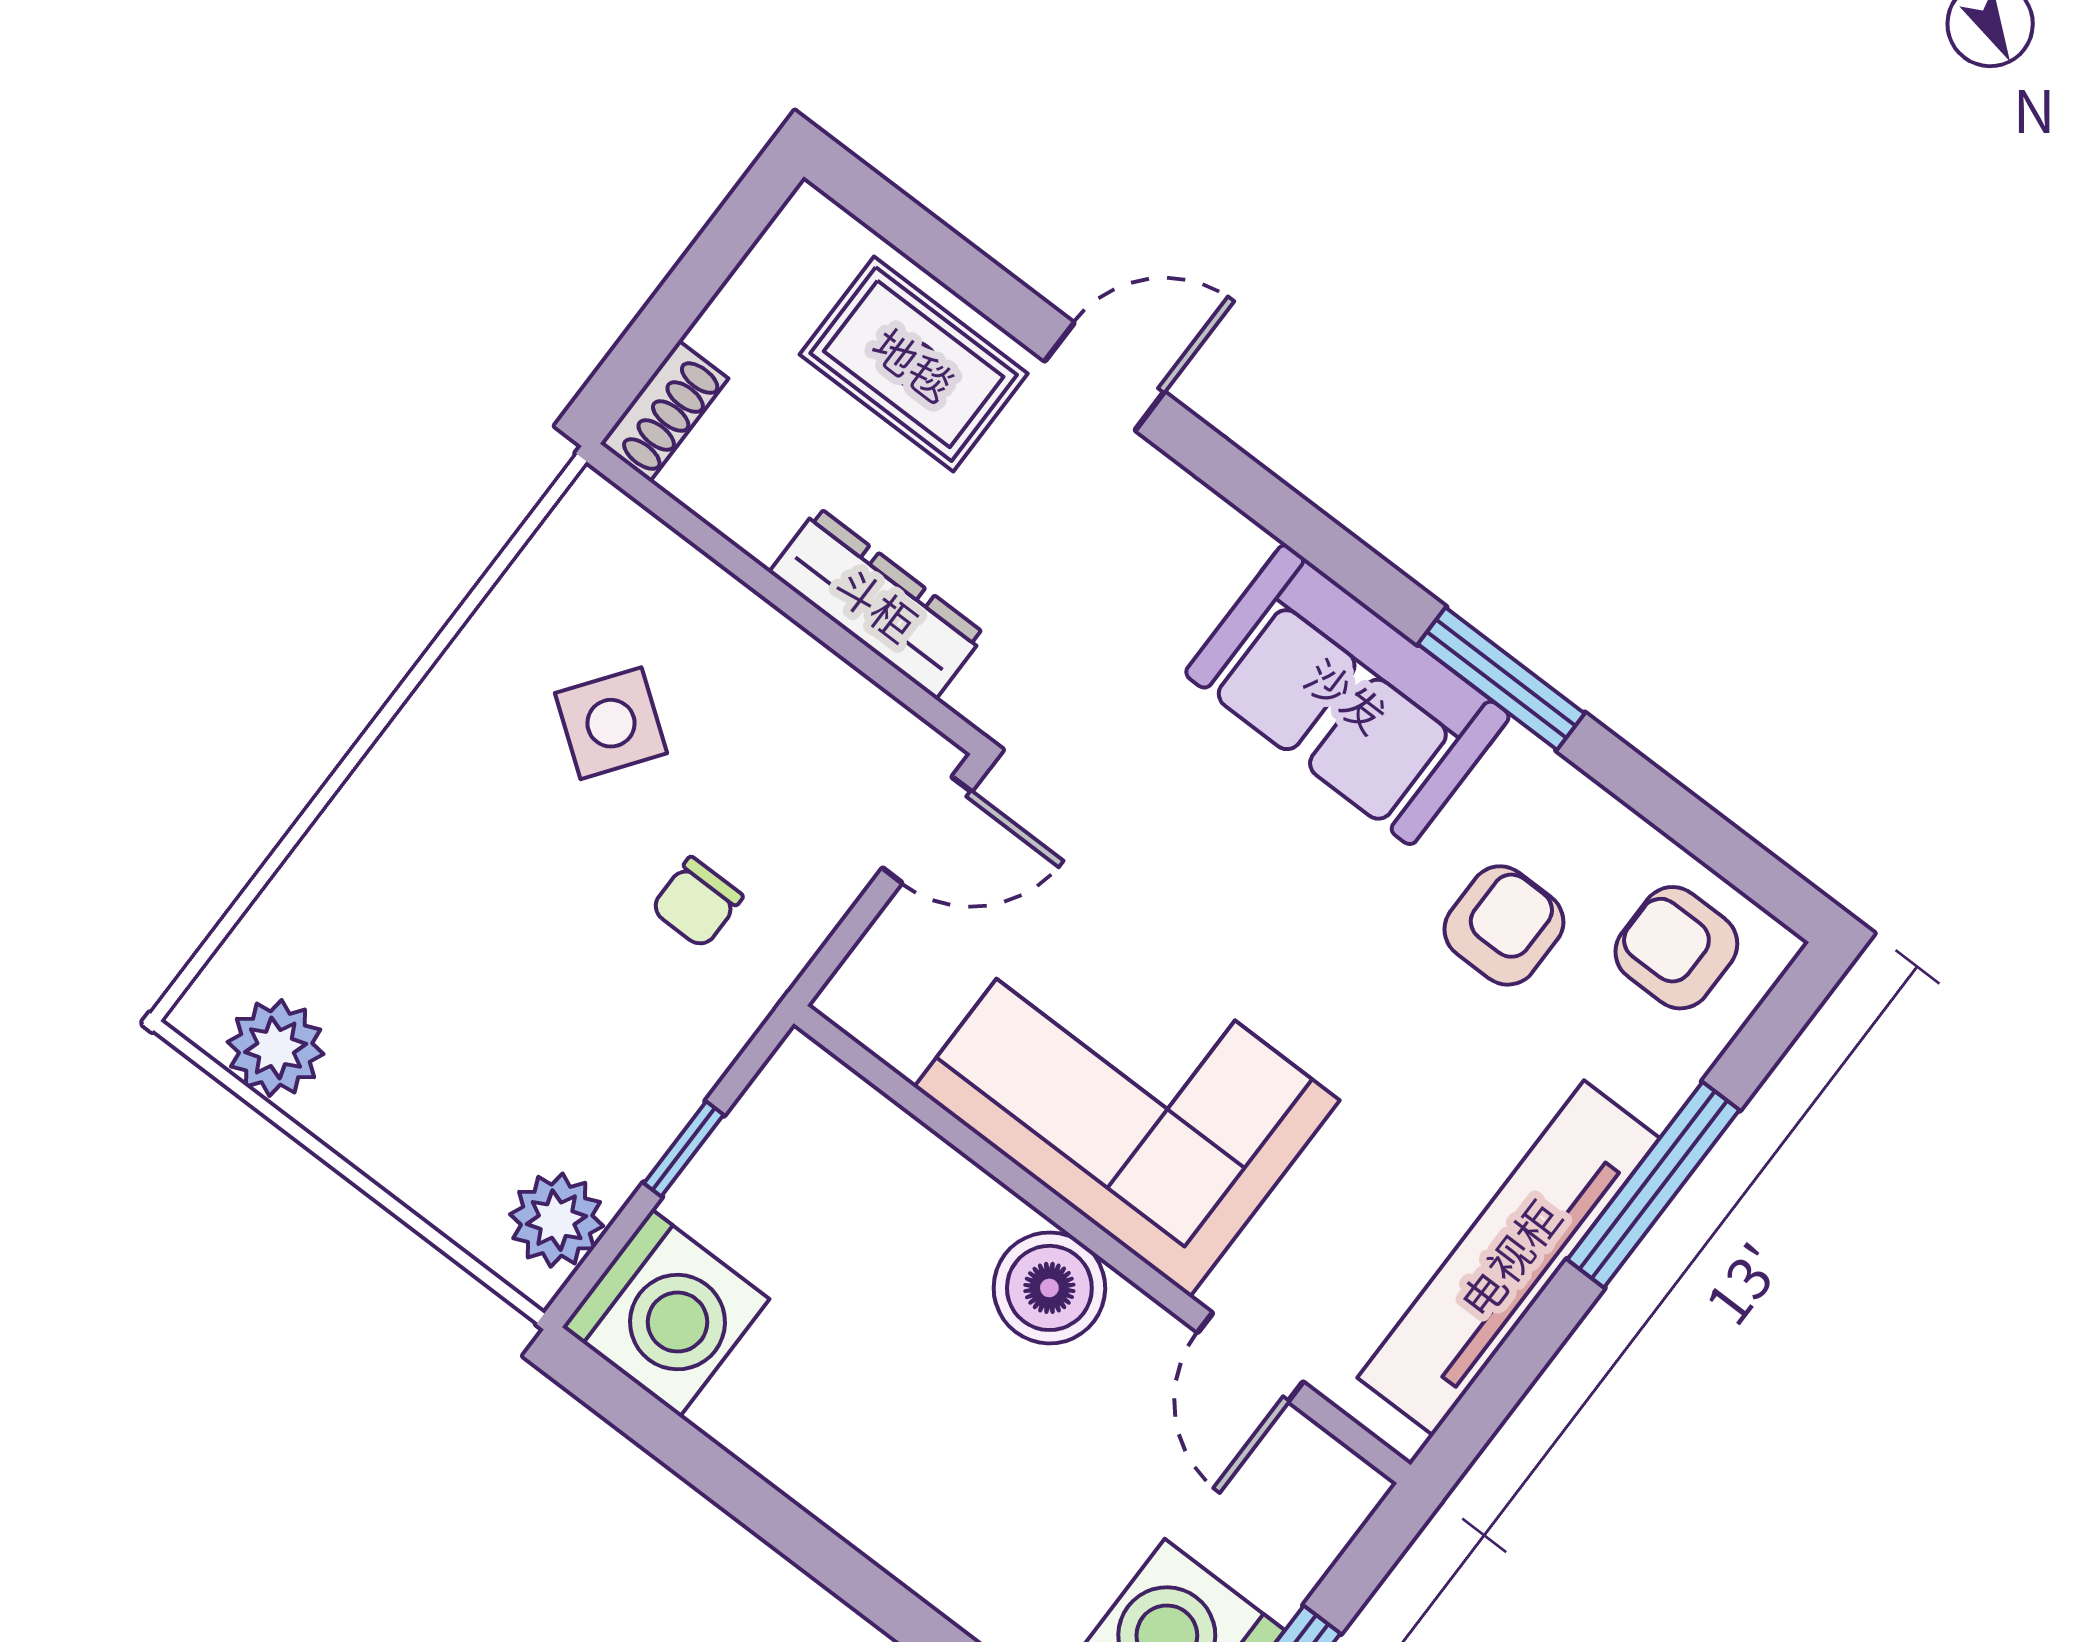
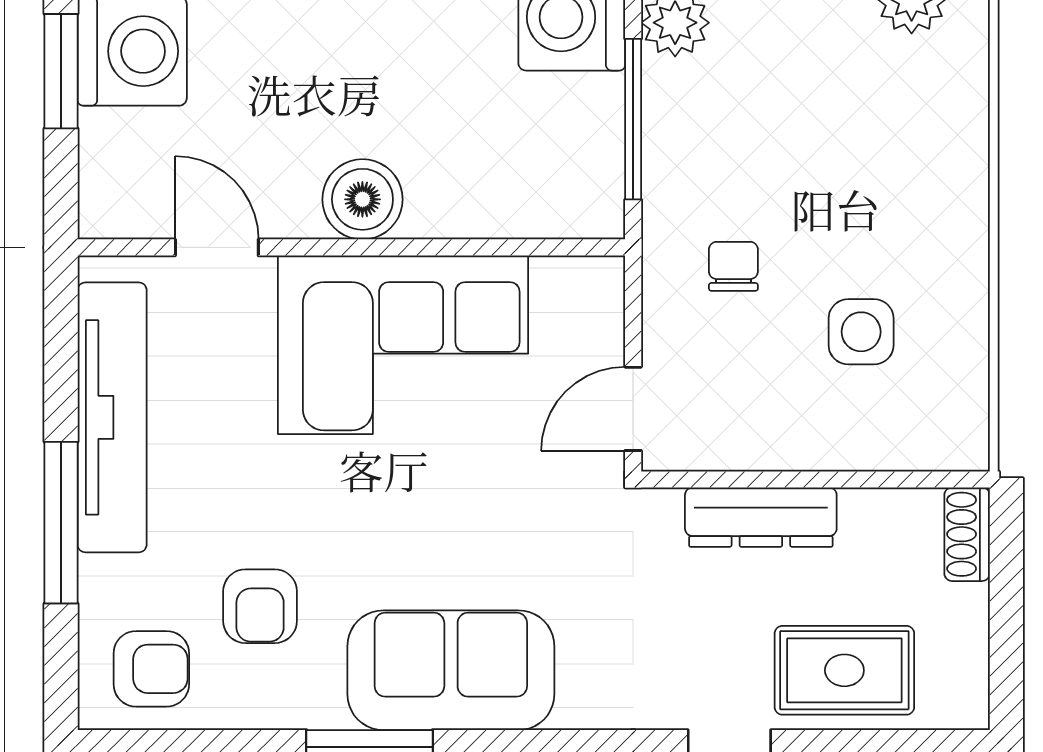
side table: (611, 723) -> (861, 332), turned -36
window: (684, 1149) -> (633, 119), width x2.17

